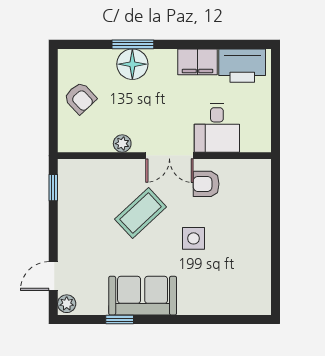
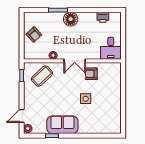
filing cabinet: (197, 62) -> (87, 18), removed
floor lamp: (132, 64) -> (71, 19), moved
printer: (242, 66) -> (103, 17), width x0.53, depth x0.68
desk: (217, 128) -> (111, 48), moved
coffee table: (141, 213) -> (42, 76), moved

